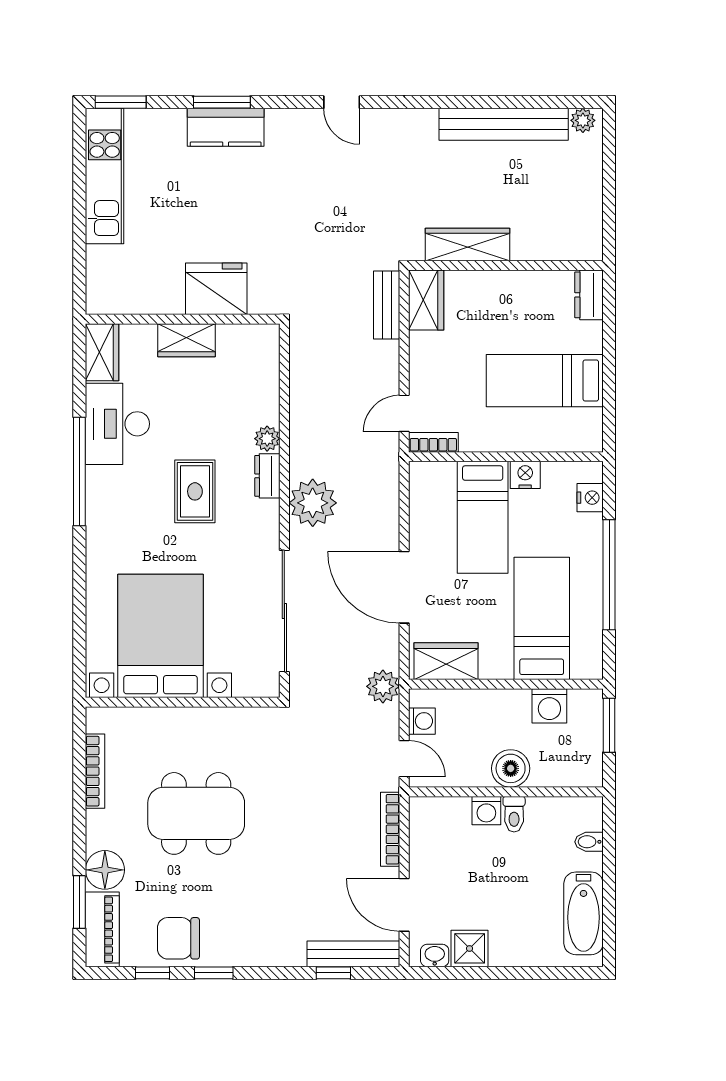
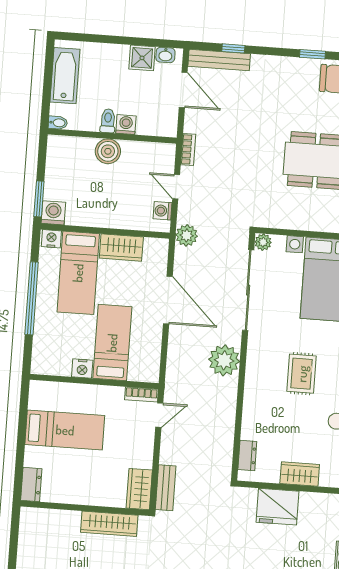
plant: (267, 439) -> (263, 242), moved
dresser: (267, 476) -> (247, 455), moved
nightstand: (590, 498) -> (51, 239), moved, turned 90
wardrobe: (446, 661) -> (121, 248), moved
washing machine: (549, 706) -> (53, 213), moved
boiler: (511, 768) -> (108, 151), moved
wall: (506, 792) -> (112, 136), moved
washing machine: (486, 811) -> (126, 125), moved
toilet: (514, 814) -> (108, 121), moved
bookcase: (390, 829) -> (188, 149), width x0.64

